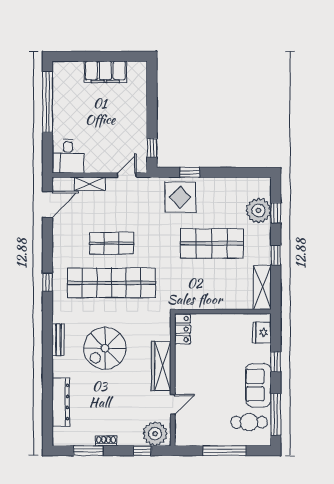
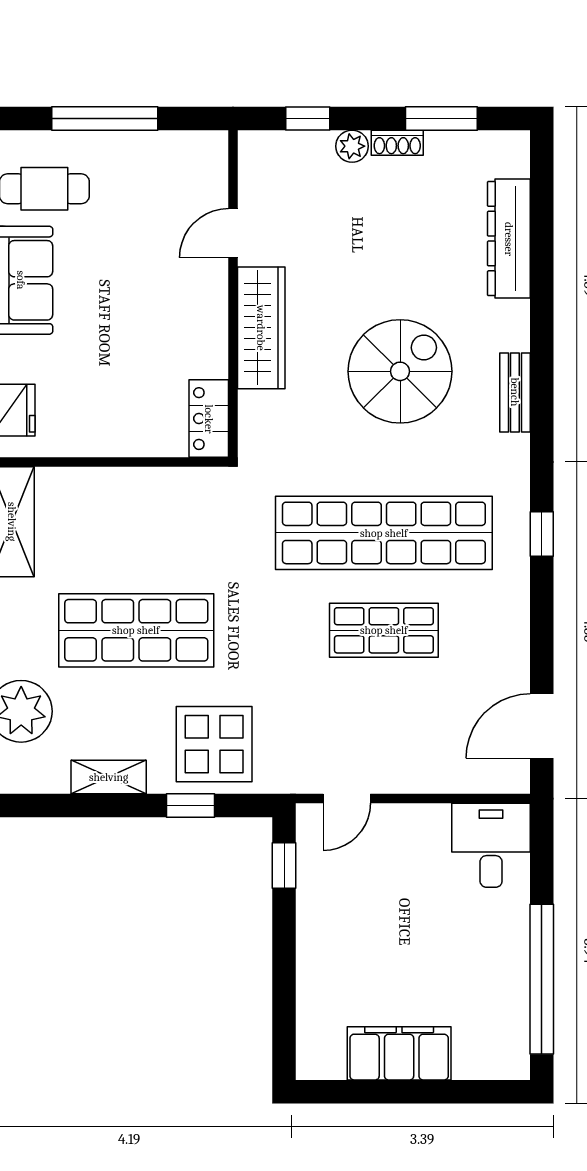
shelving: (90, 184) -> (109, 777), moved
plant: (155, 434) -> (352, 146), moved, width x0.53, depth x0.53

